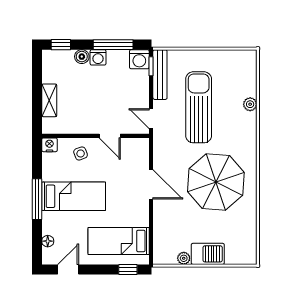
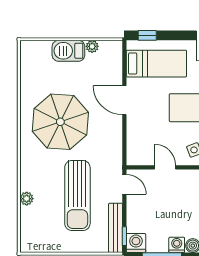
door: (151, 184) -> (124, 100), moved

